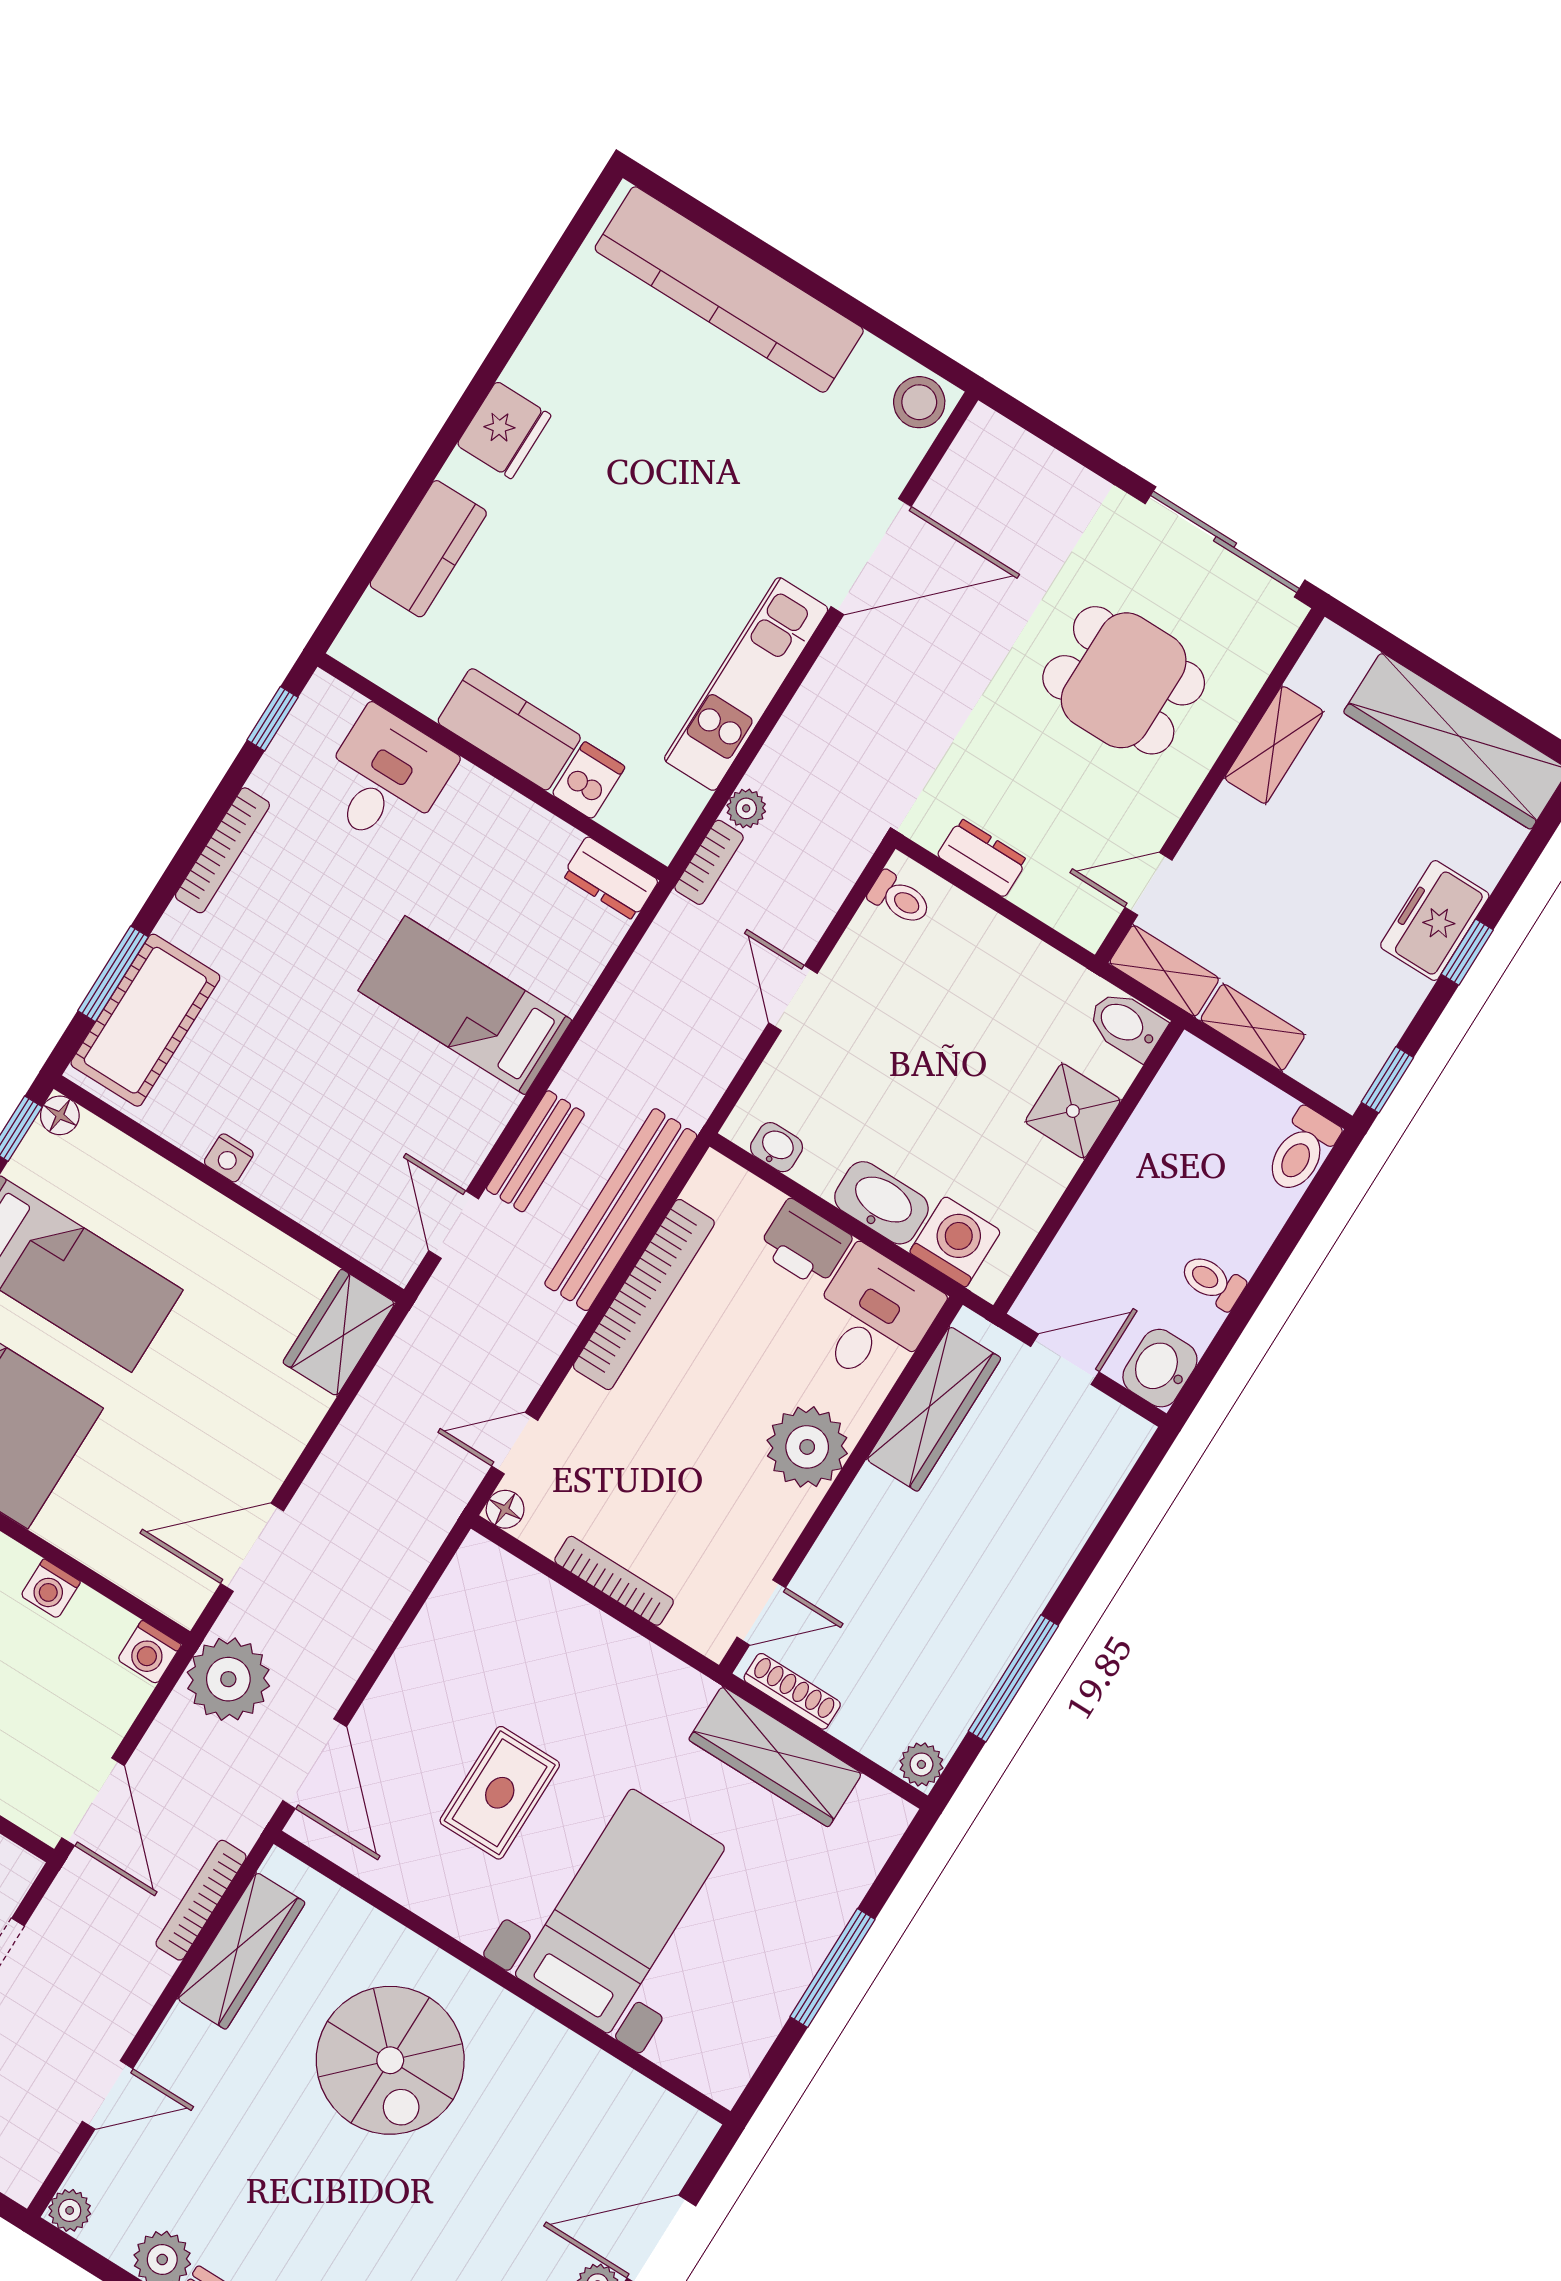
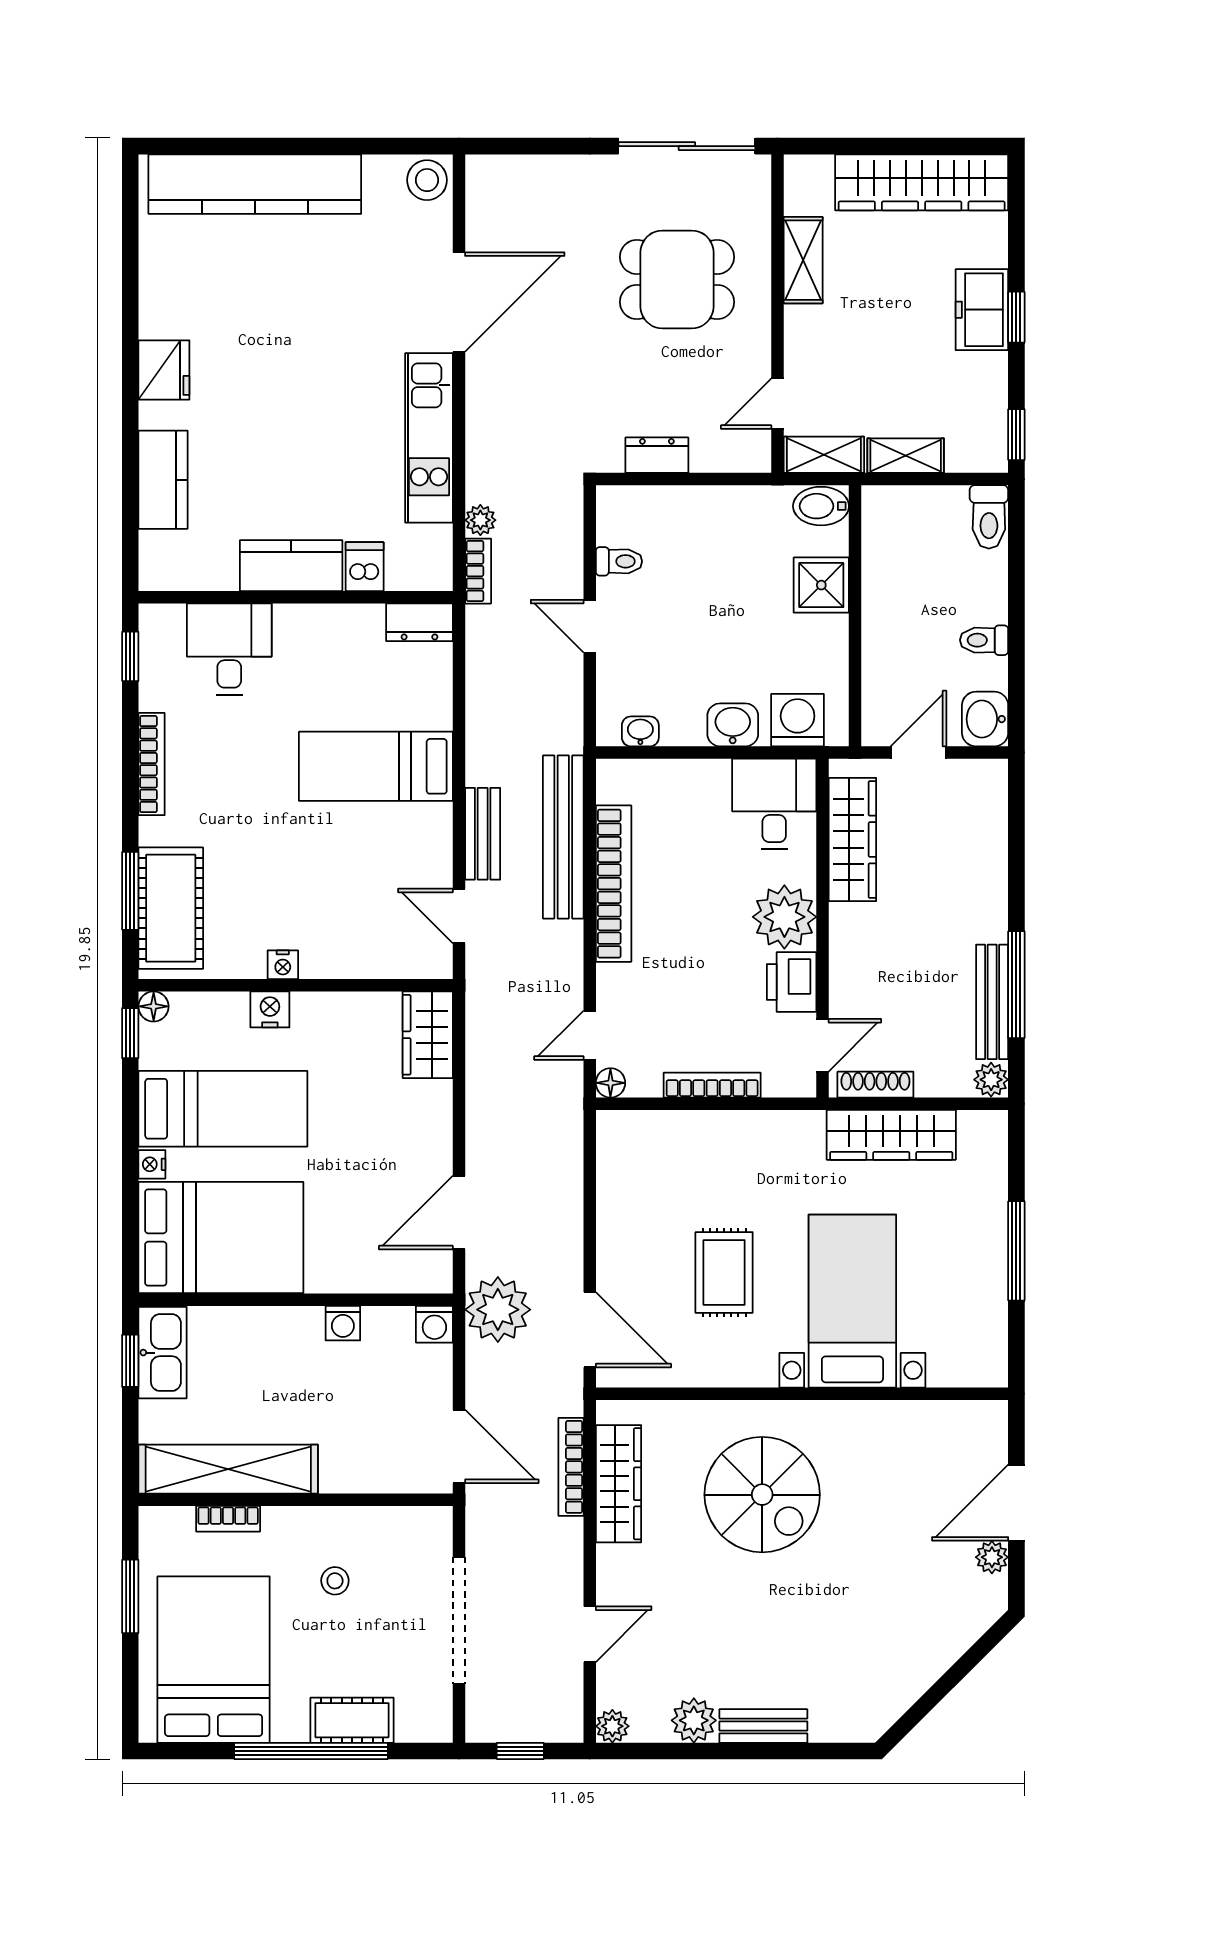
toilet: (900, 898) -> (619, 561), moved
nightstand: (184, 1198) -> (270, 1009), added
washbasin: (881, 1203) -> (733, 725), width x0.72
printer: (805, 1243) -> (792, 982), moved, turned 90
bench: (975, 1681) -> (992, 1002), added

